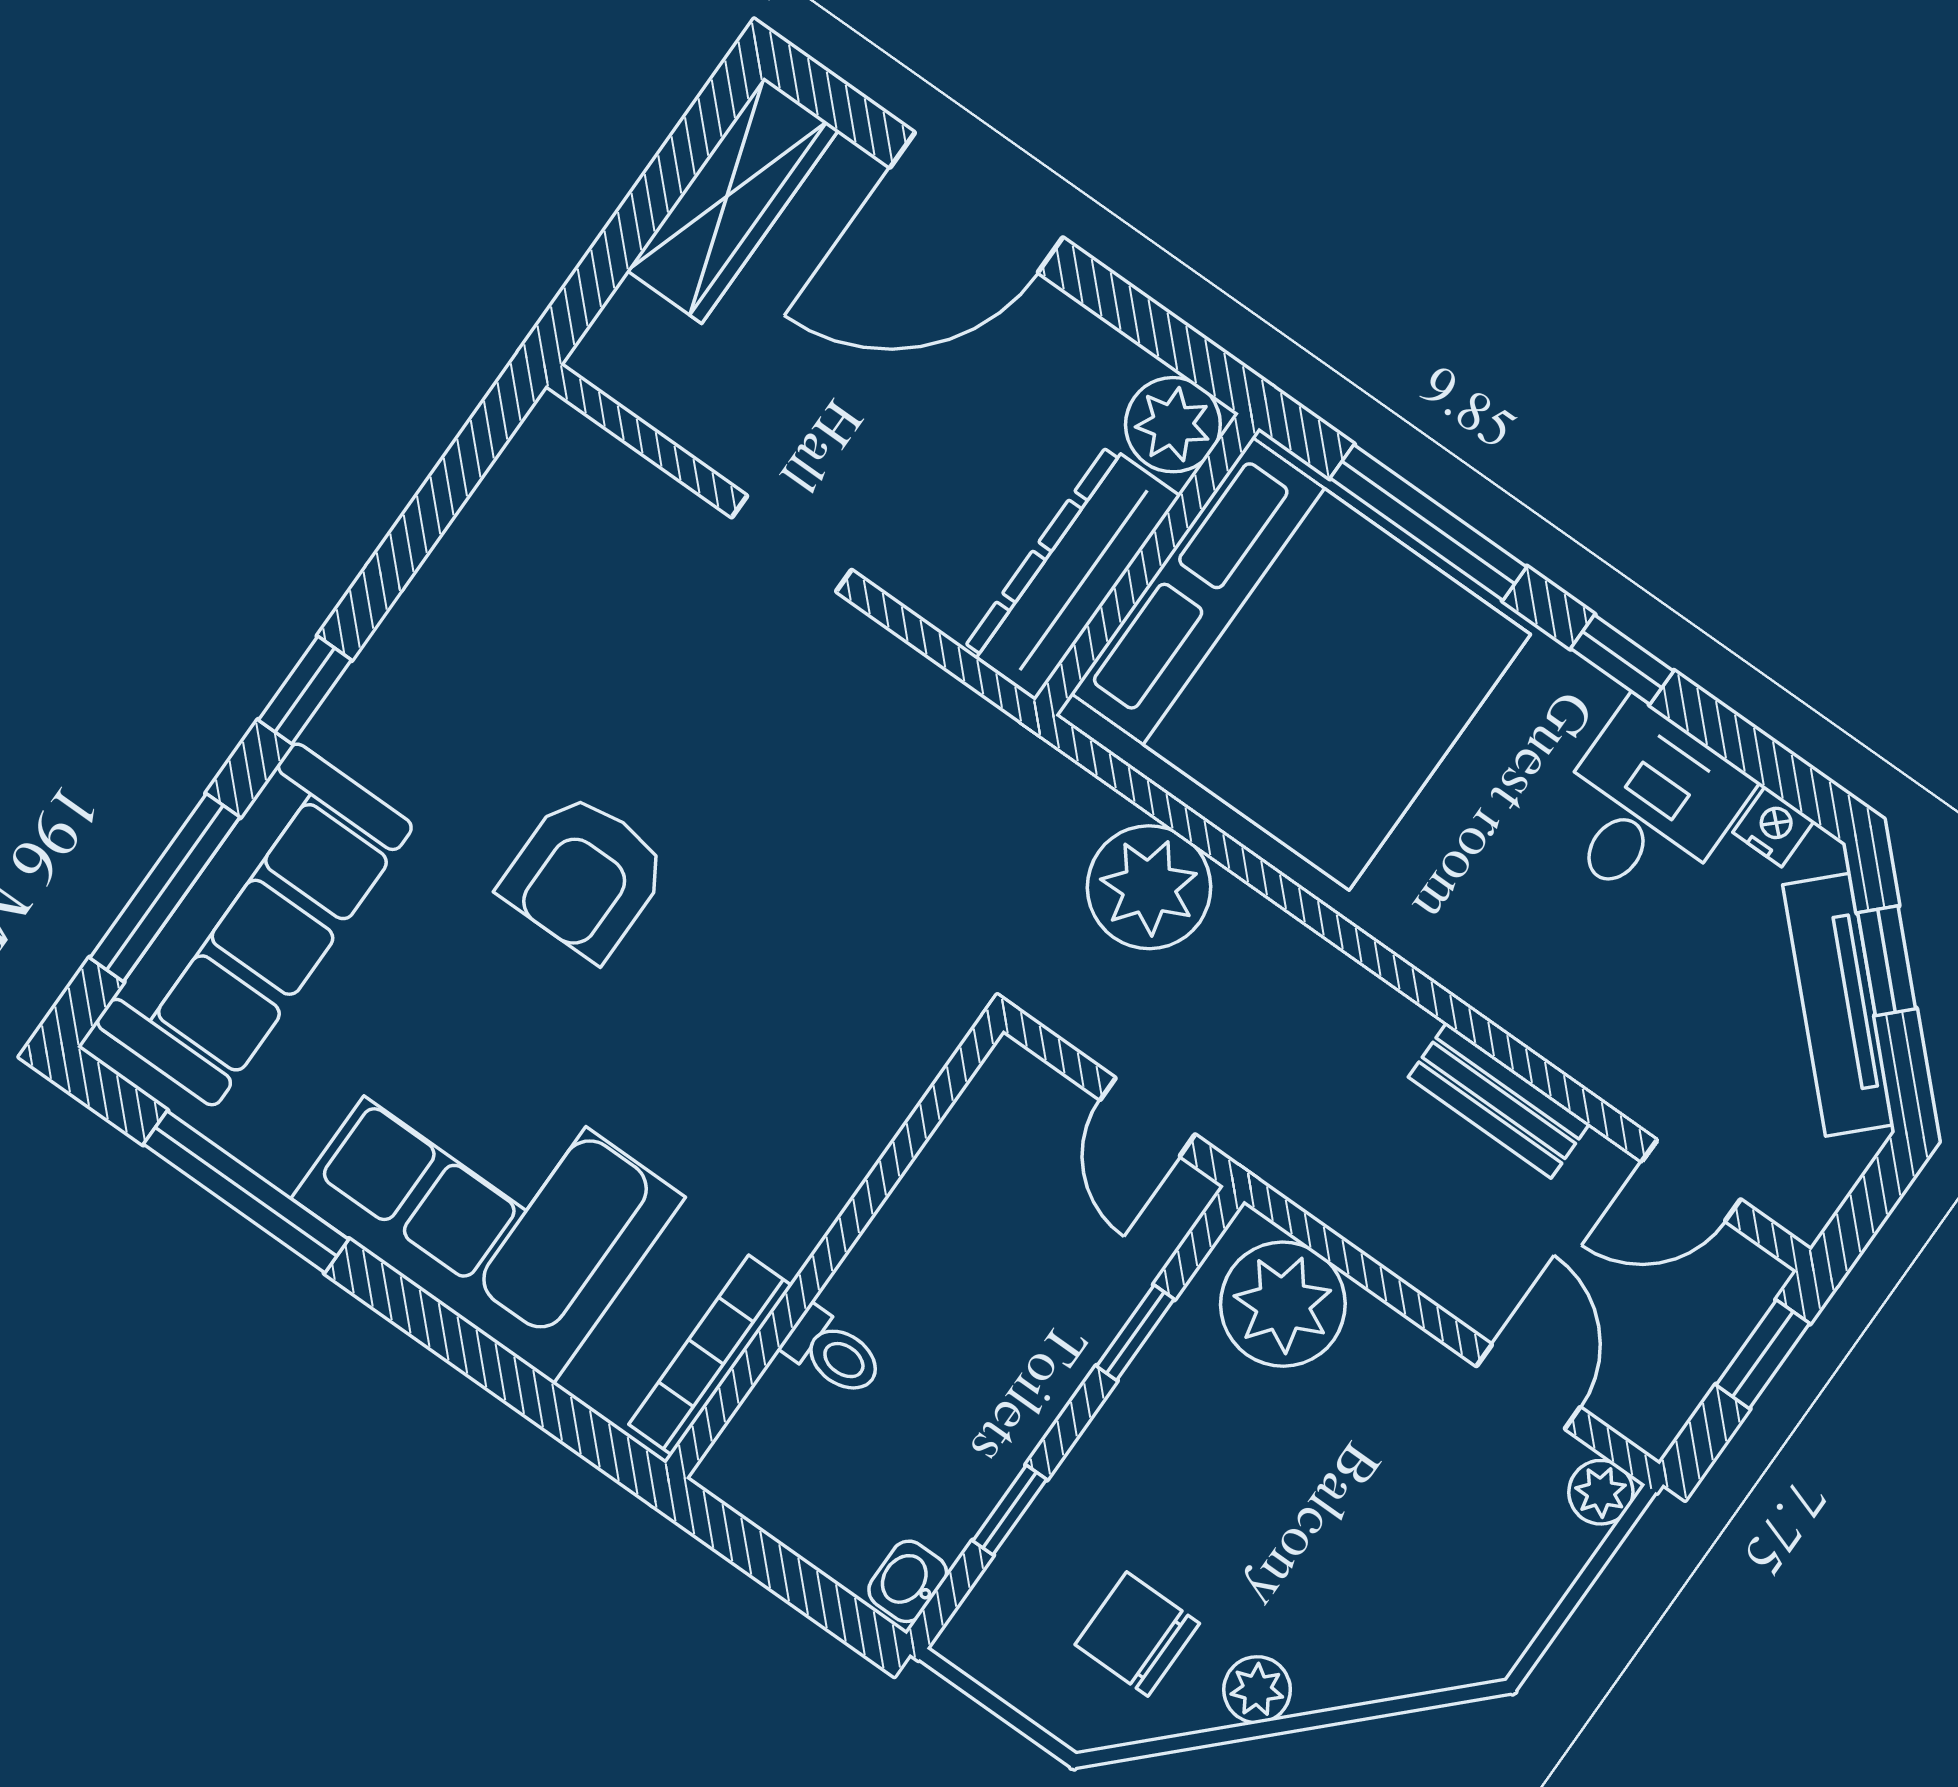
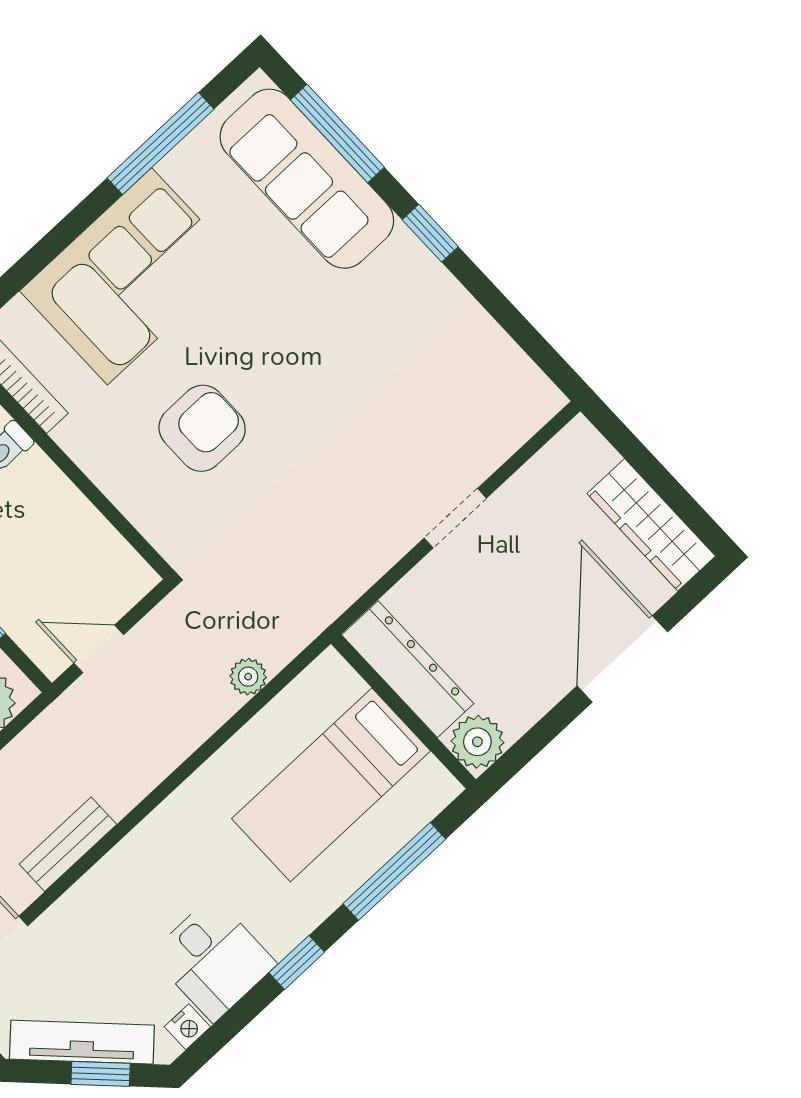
bed: (1301, 664) -> (331, 785), width x0.49
armchair: (585, 876) -> (202, 428), moved, turned 90
plant: (1149, 887) -> (248, 677), width x0.53, depth x0.53

